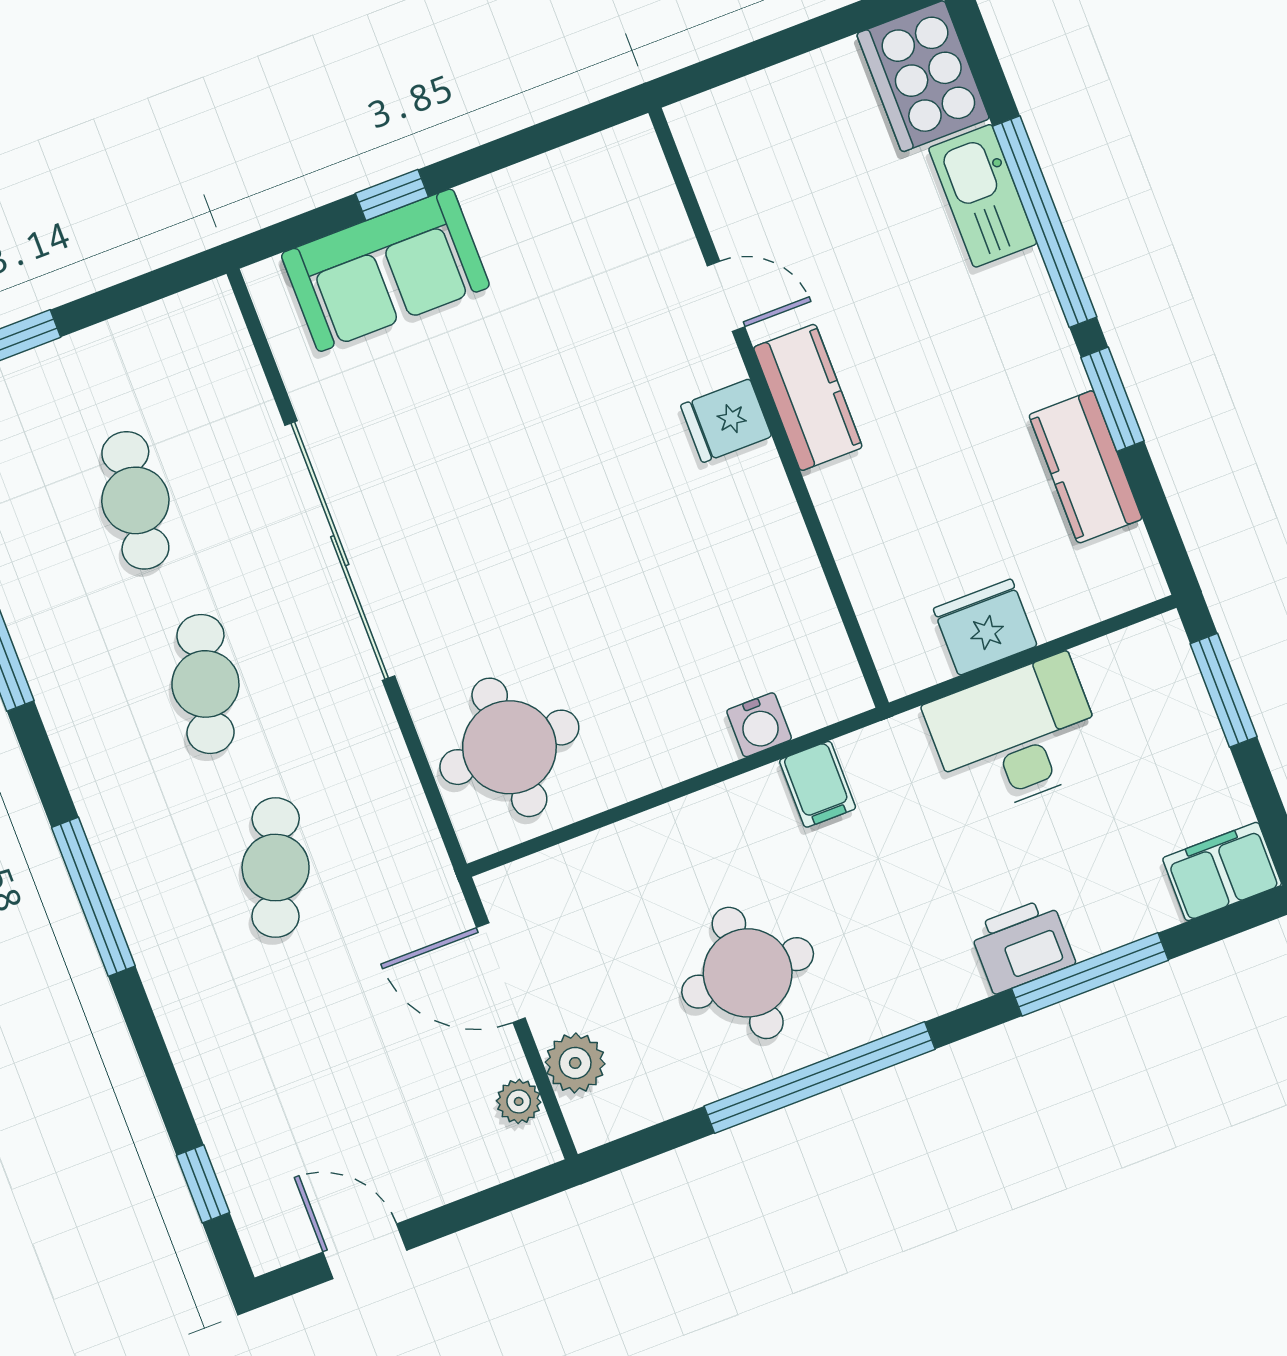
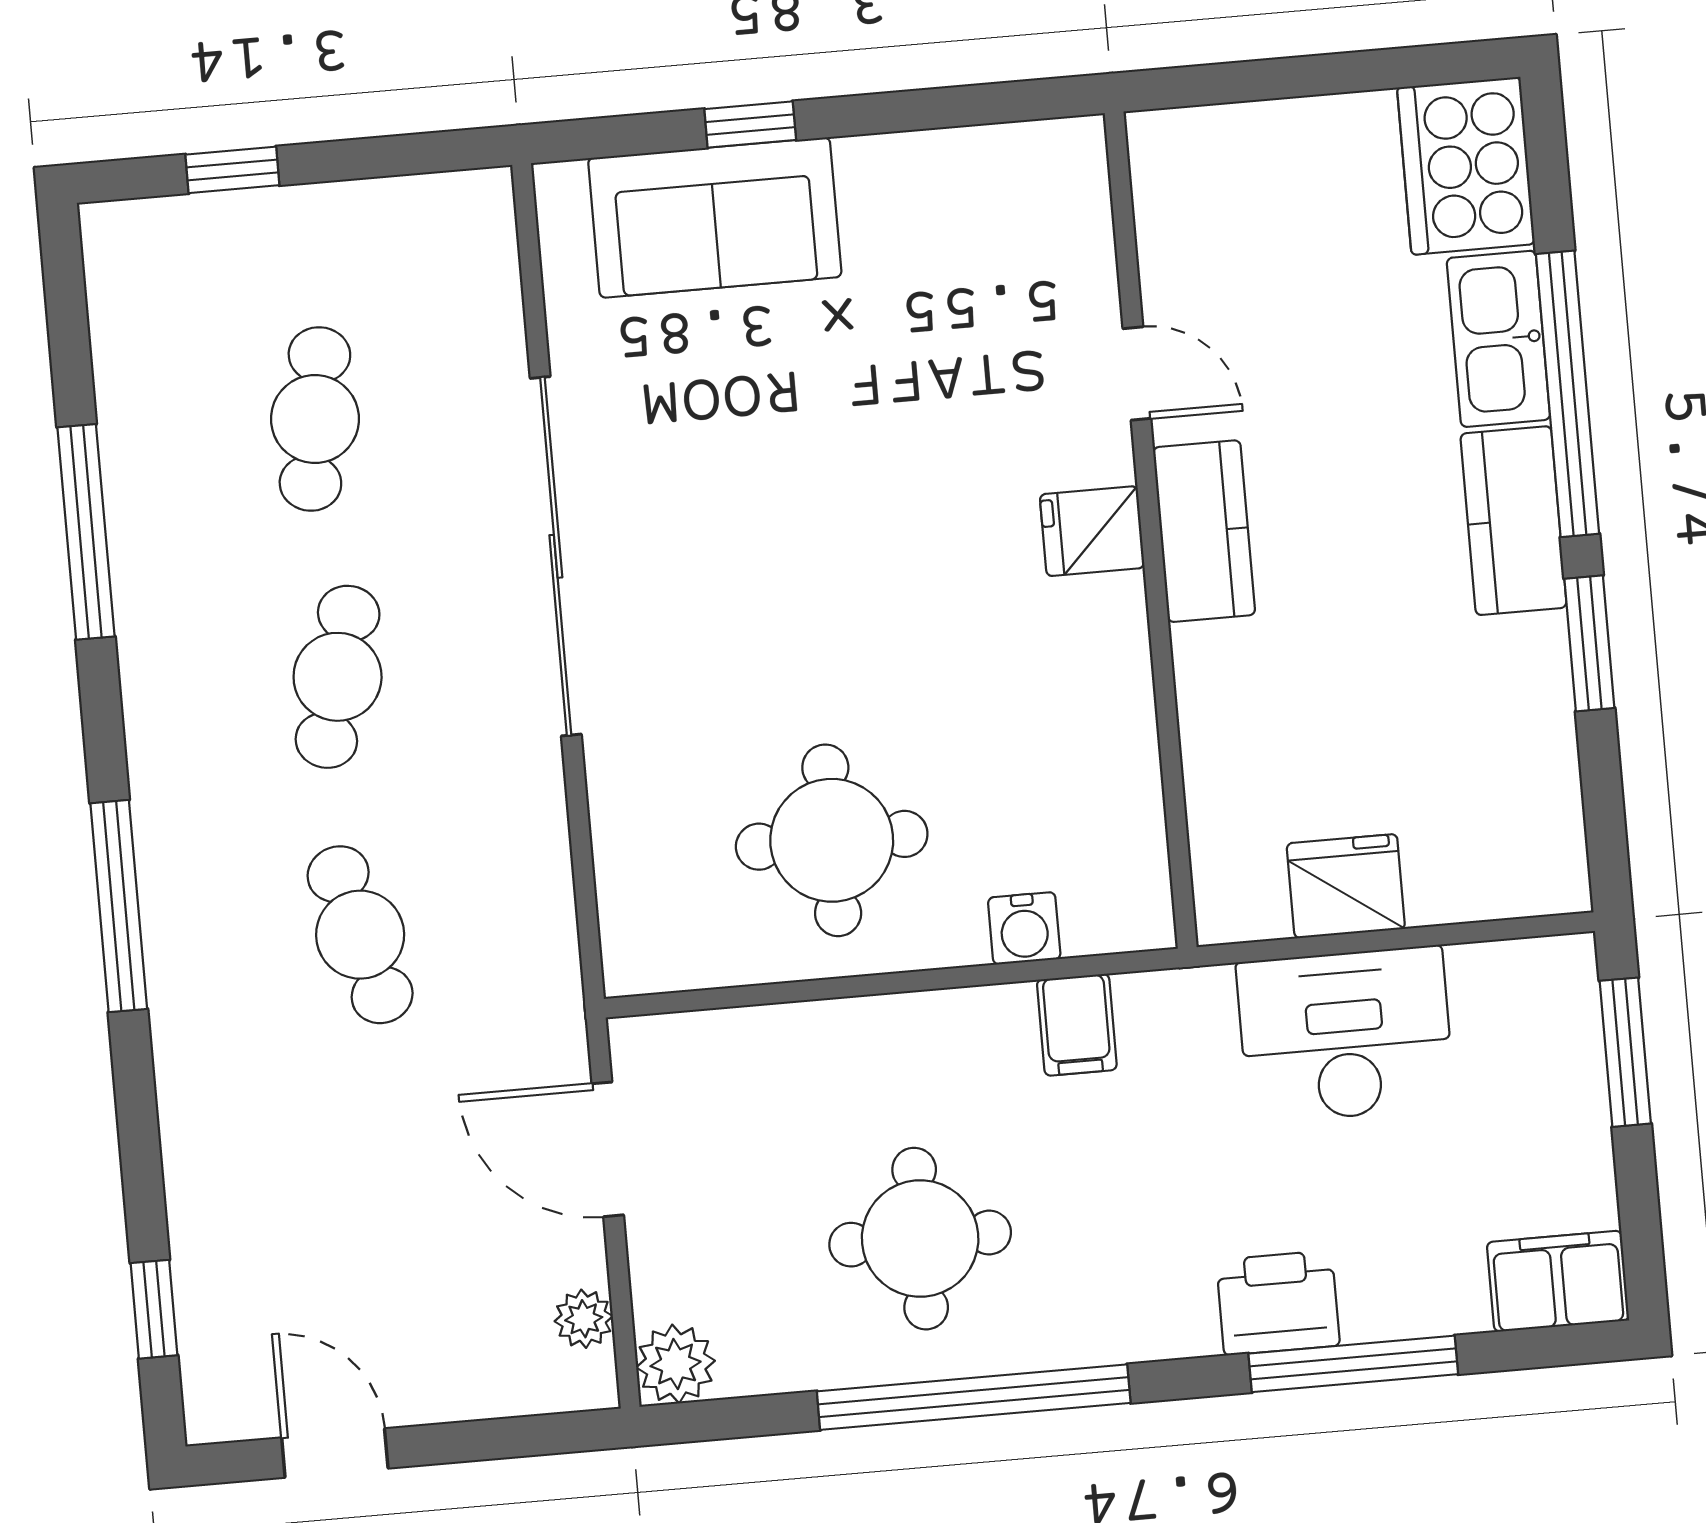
kitchen counter: (1086, 467) -> (1513, 521), moved
round table: (509, 747) -> (832, 840), moved
cafe table: (276, 868) -> (360, 935), turned -36
plant: (575, 1063) -> (676, 1364), moved

